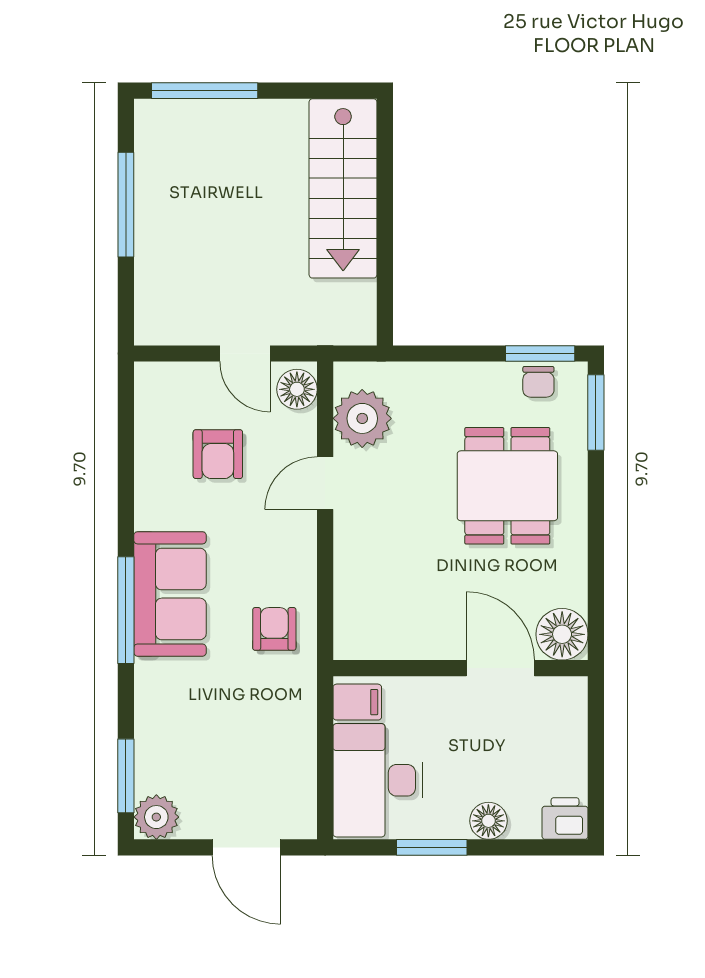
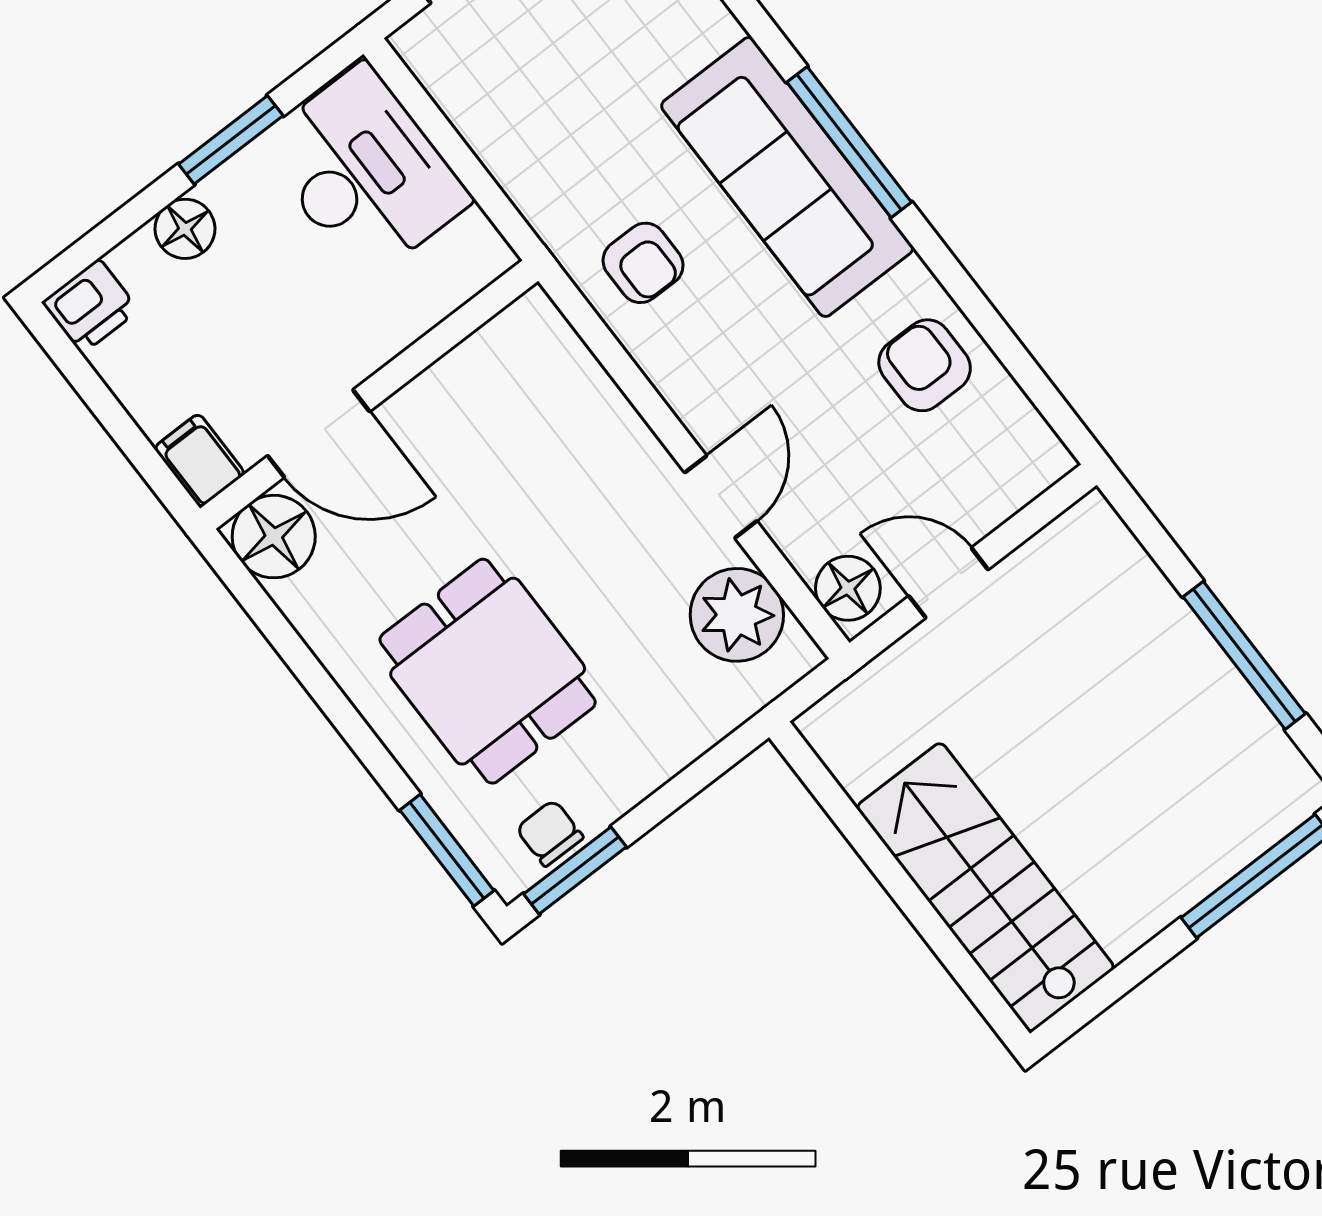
armchair: (218, 454) -> (925, 365), moved
sofa: (170, 594) -> (787, 177), width x1.36
filing cabinet: (357, 702) -> (199, 461), moved, turned 90

